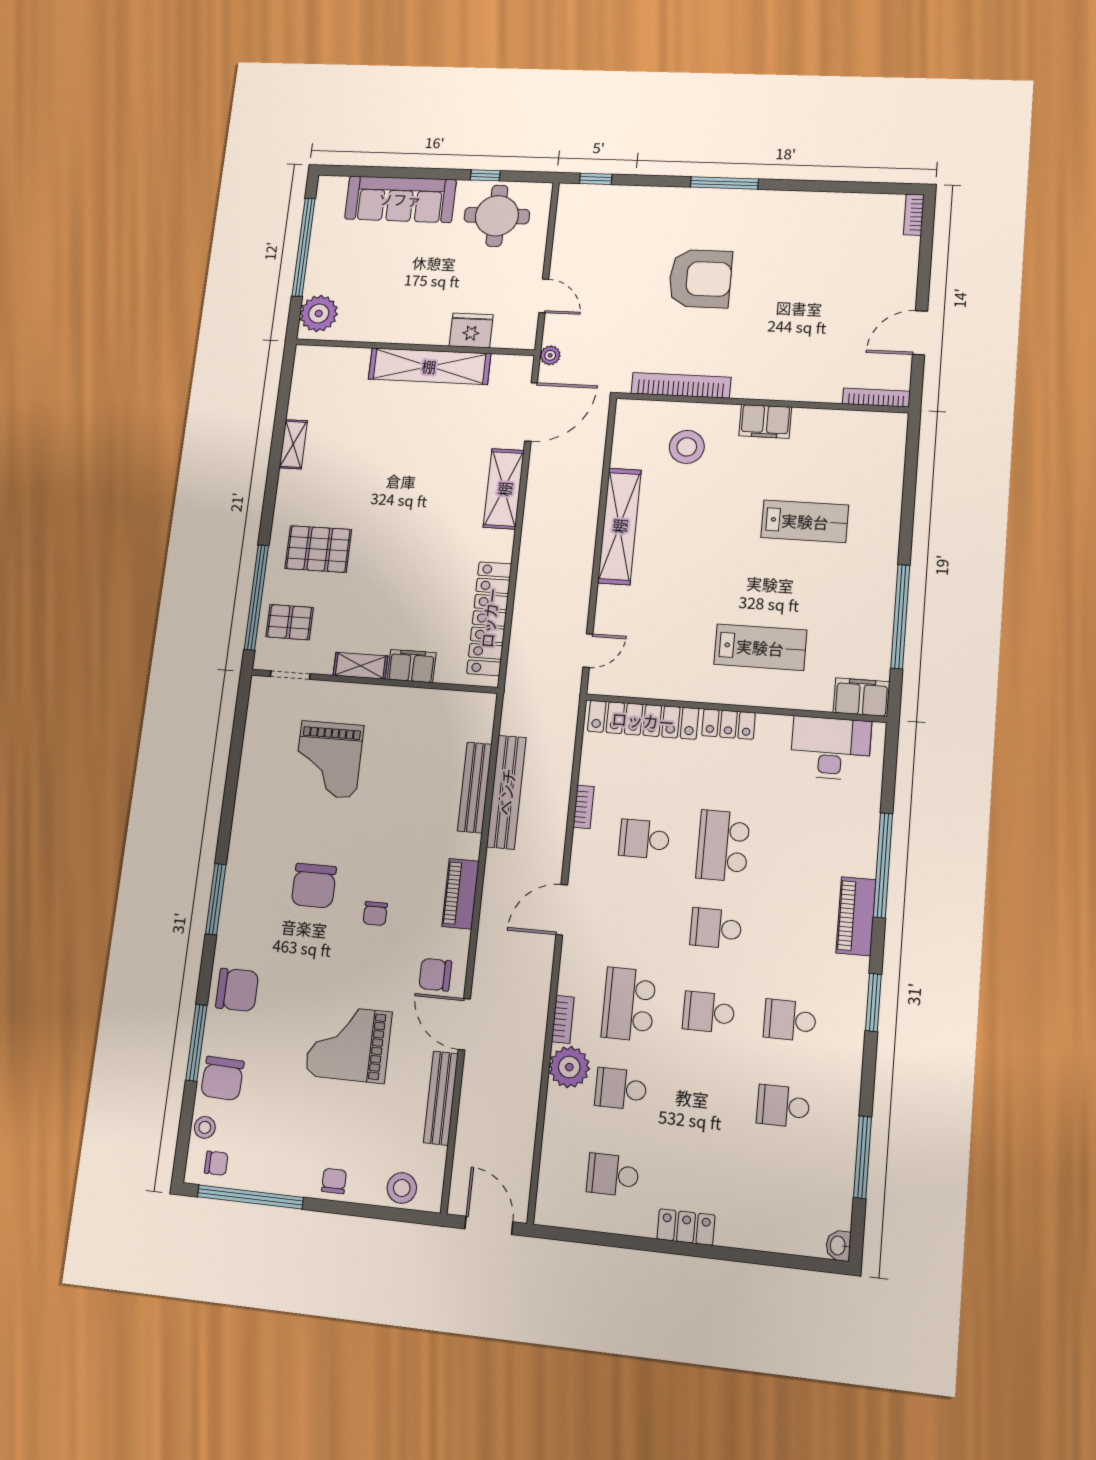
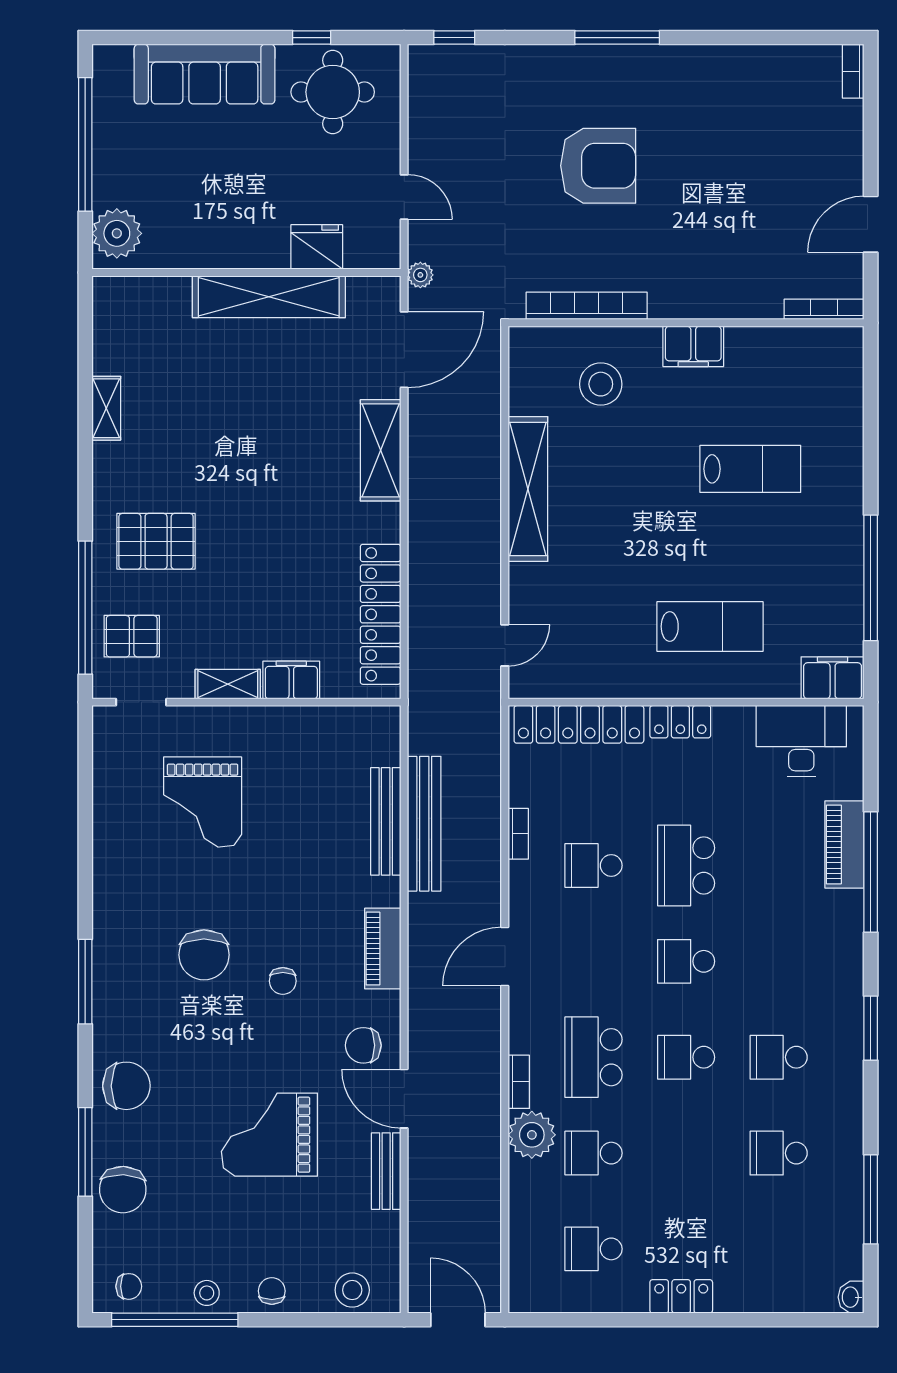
piano: (856, 916) -> (844, 844), moved
bench: (441, 1098) -> (386, 1171), width x0.73
stool: (205, 1127) -> (207, 1293), moved

